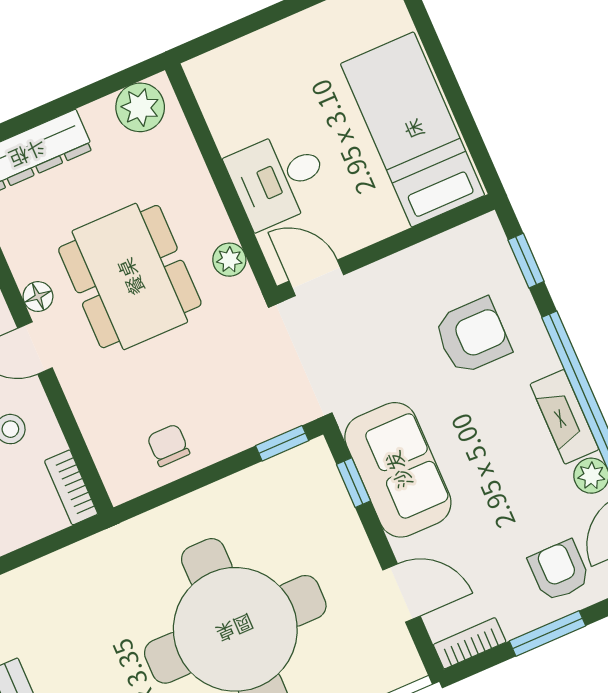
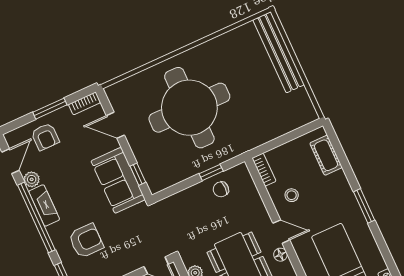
armchair: (472, 336) -> (86, 241), turned 180
window: (282, 443) -> (211, 172), moved
chair: (168, 445) -> (221, 189), turned 90

